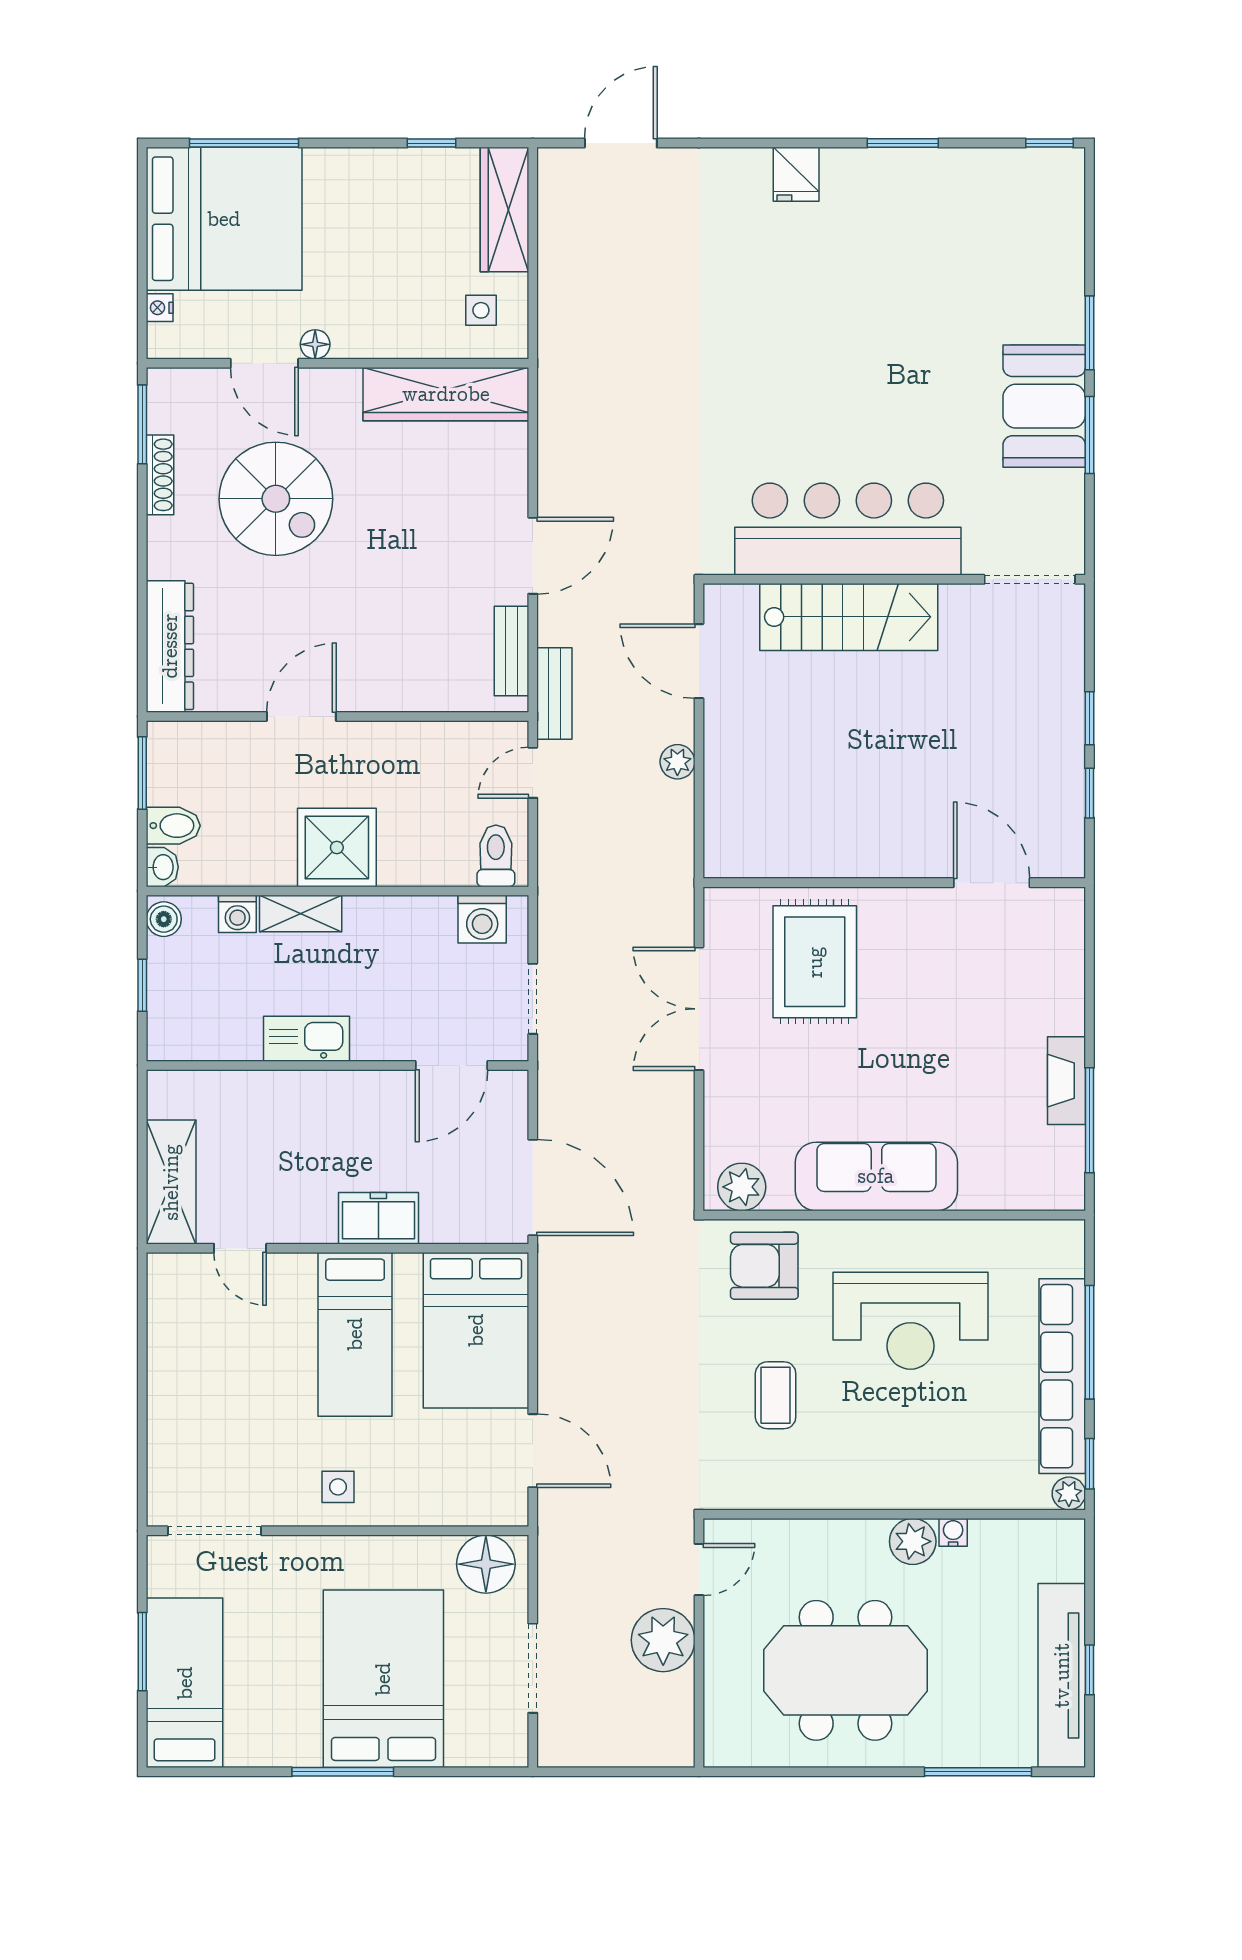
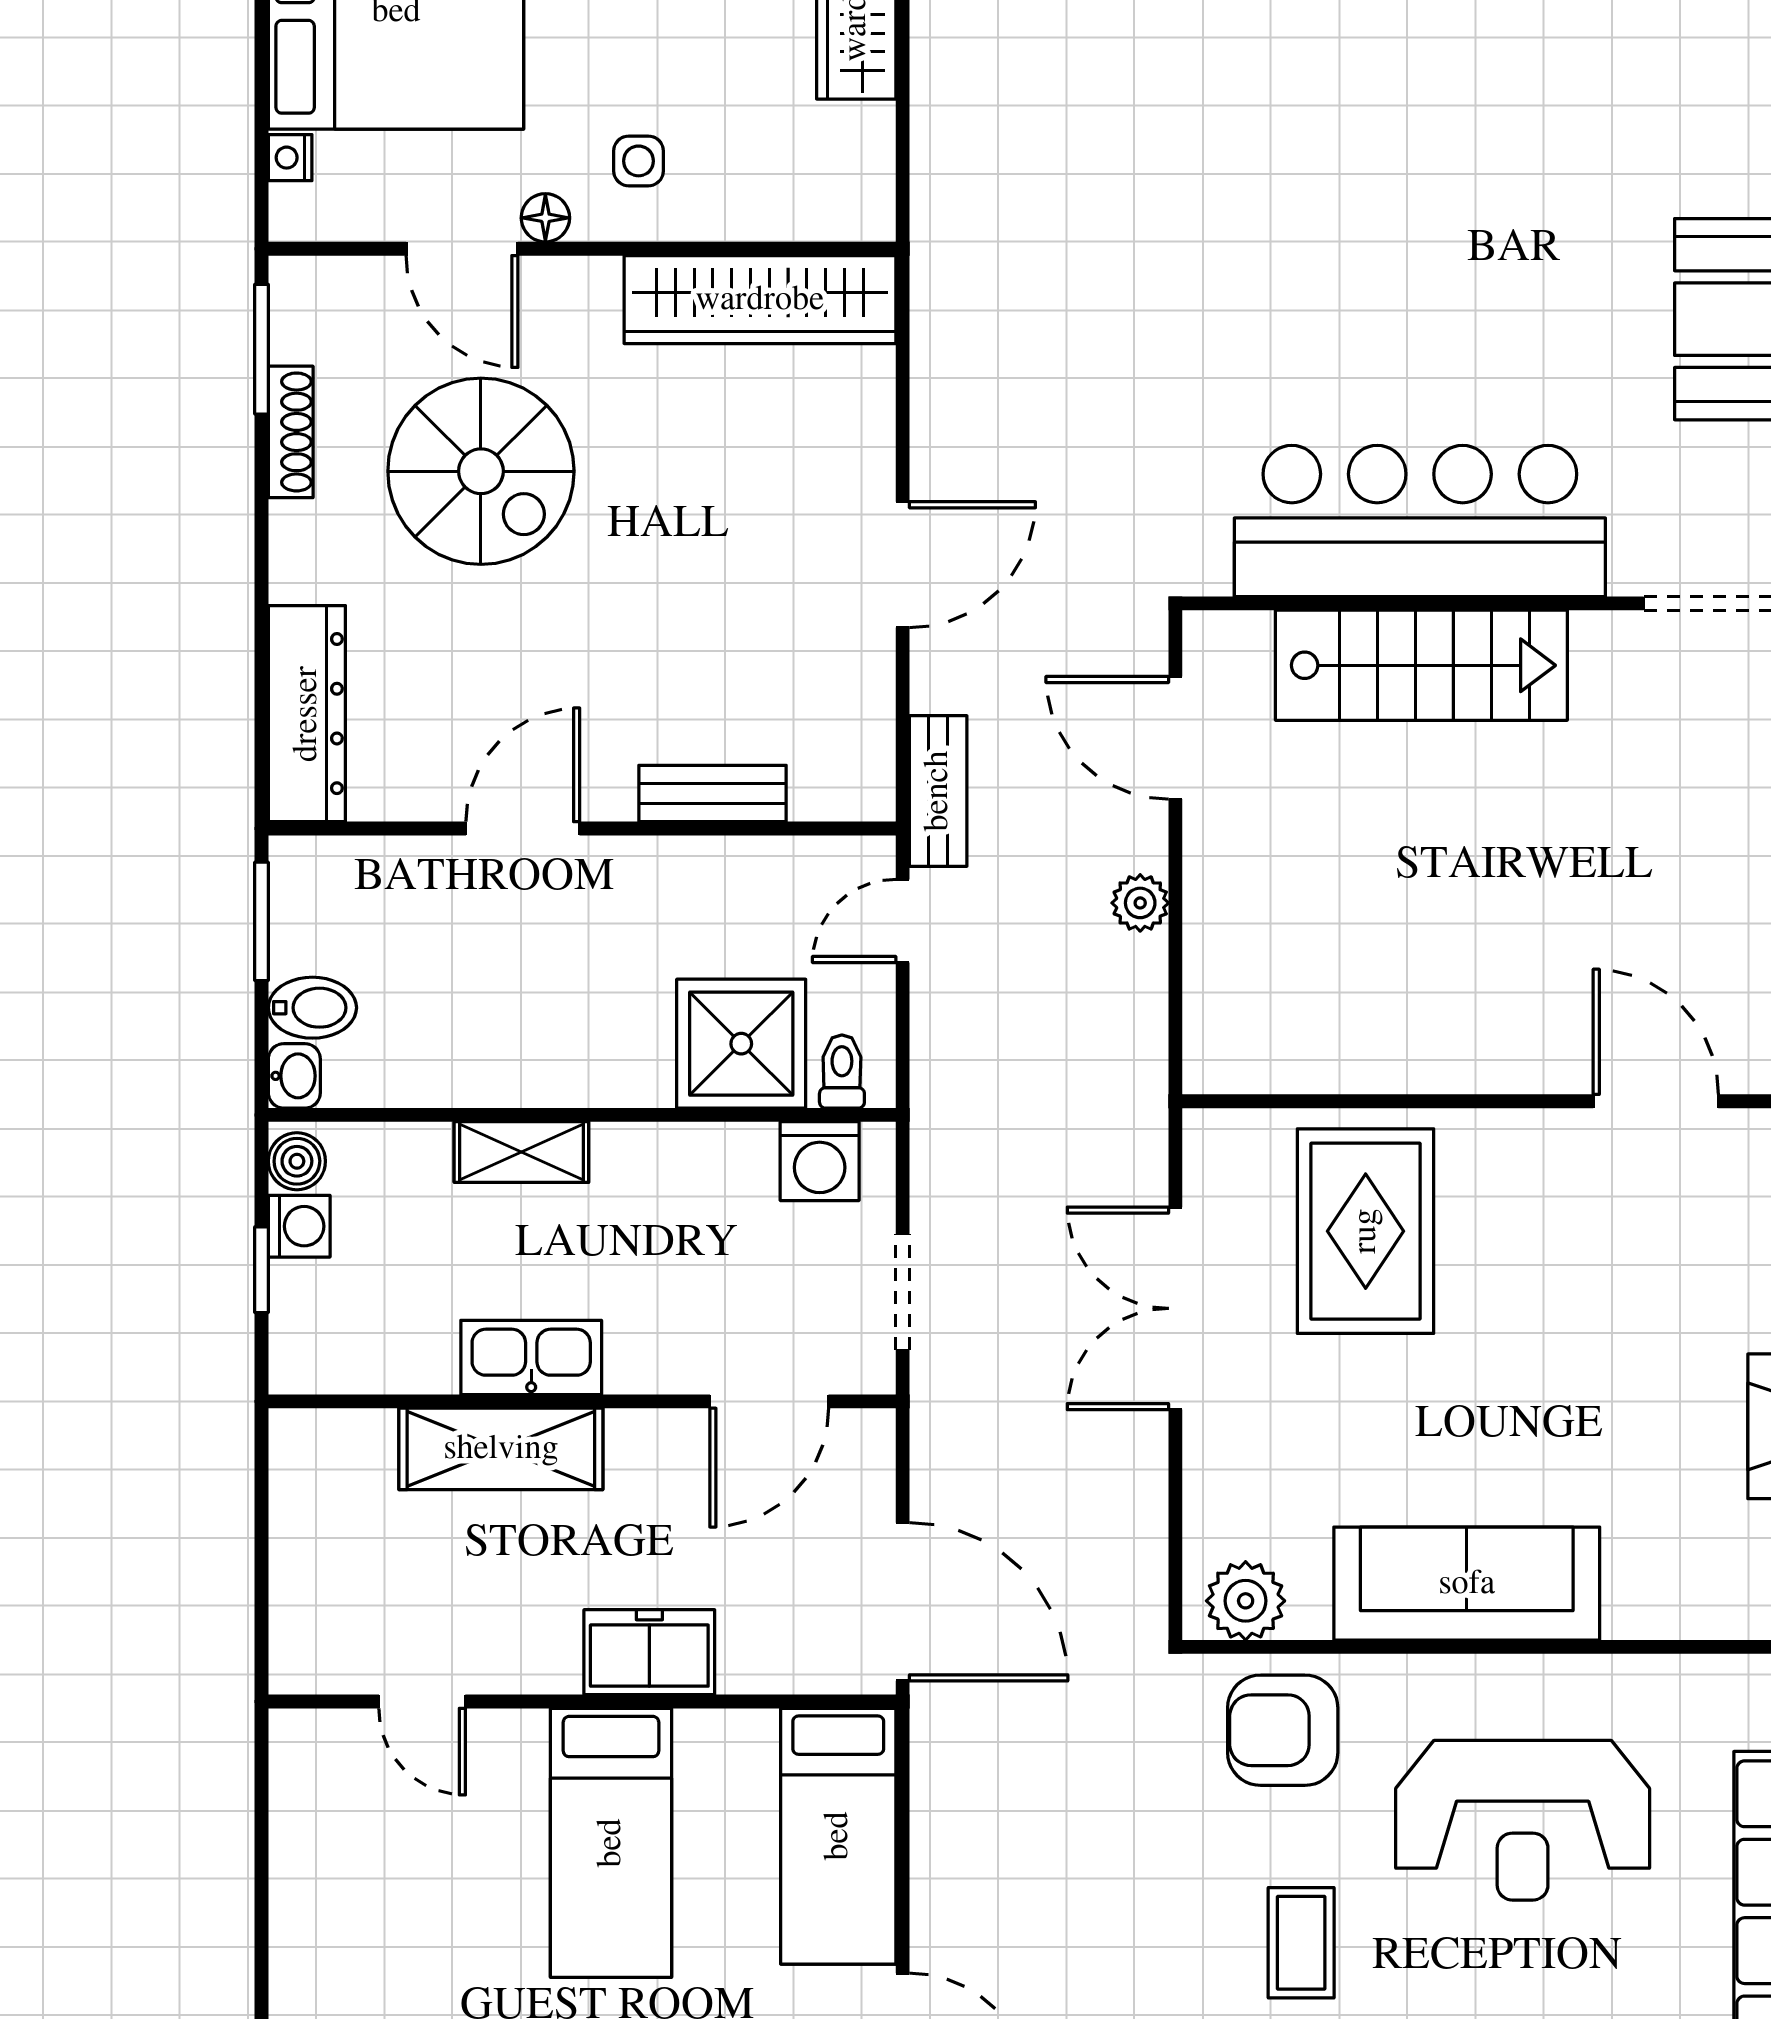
side table: (481, 310) -> (639, 161), moved
bench: (511, 651) -> (713, 794), moved, turned 90
shower: (337, 847) -> (741, 1044), moved
toilet: (496, 856) -> (842, 1071), width x0.73, depth x0.72
washing machine: (237, 914) -> (299, 1226), moved, turned -90
shelving: (171, 1182) -> (501, 1449), moved, turned 90
bed: (476, 1330) -> (838, 1836), width x0.67

